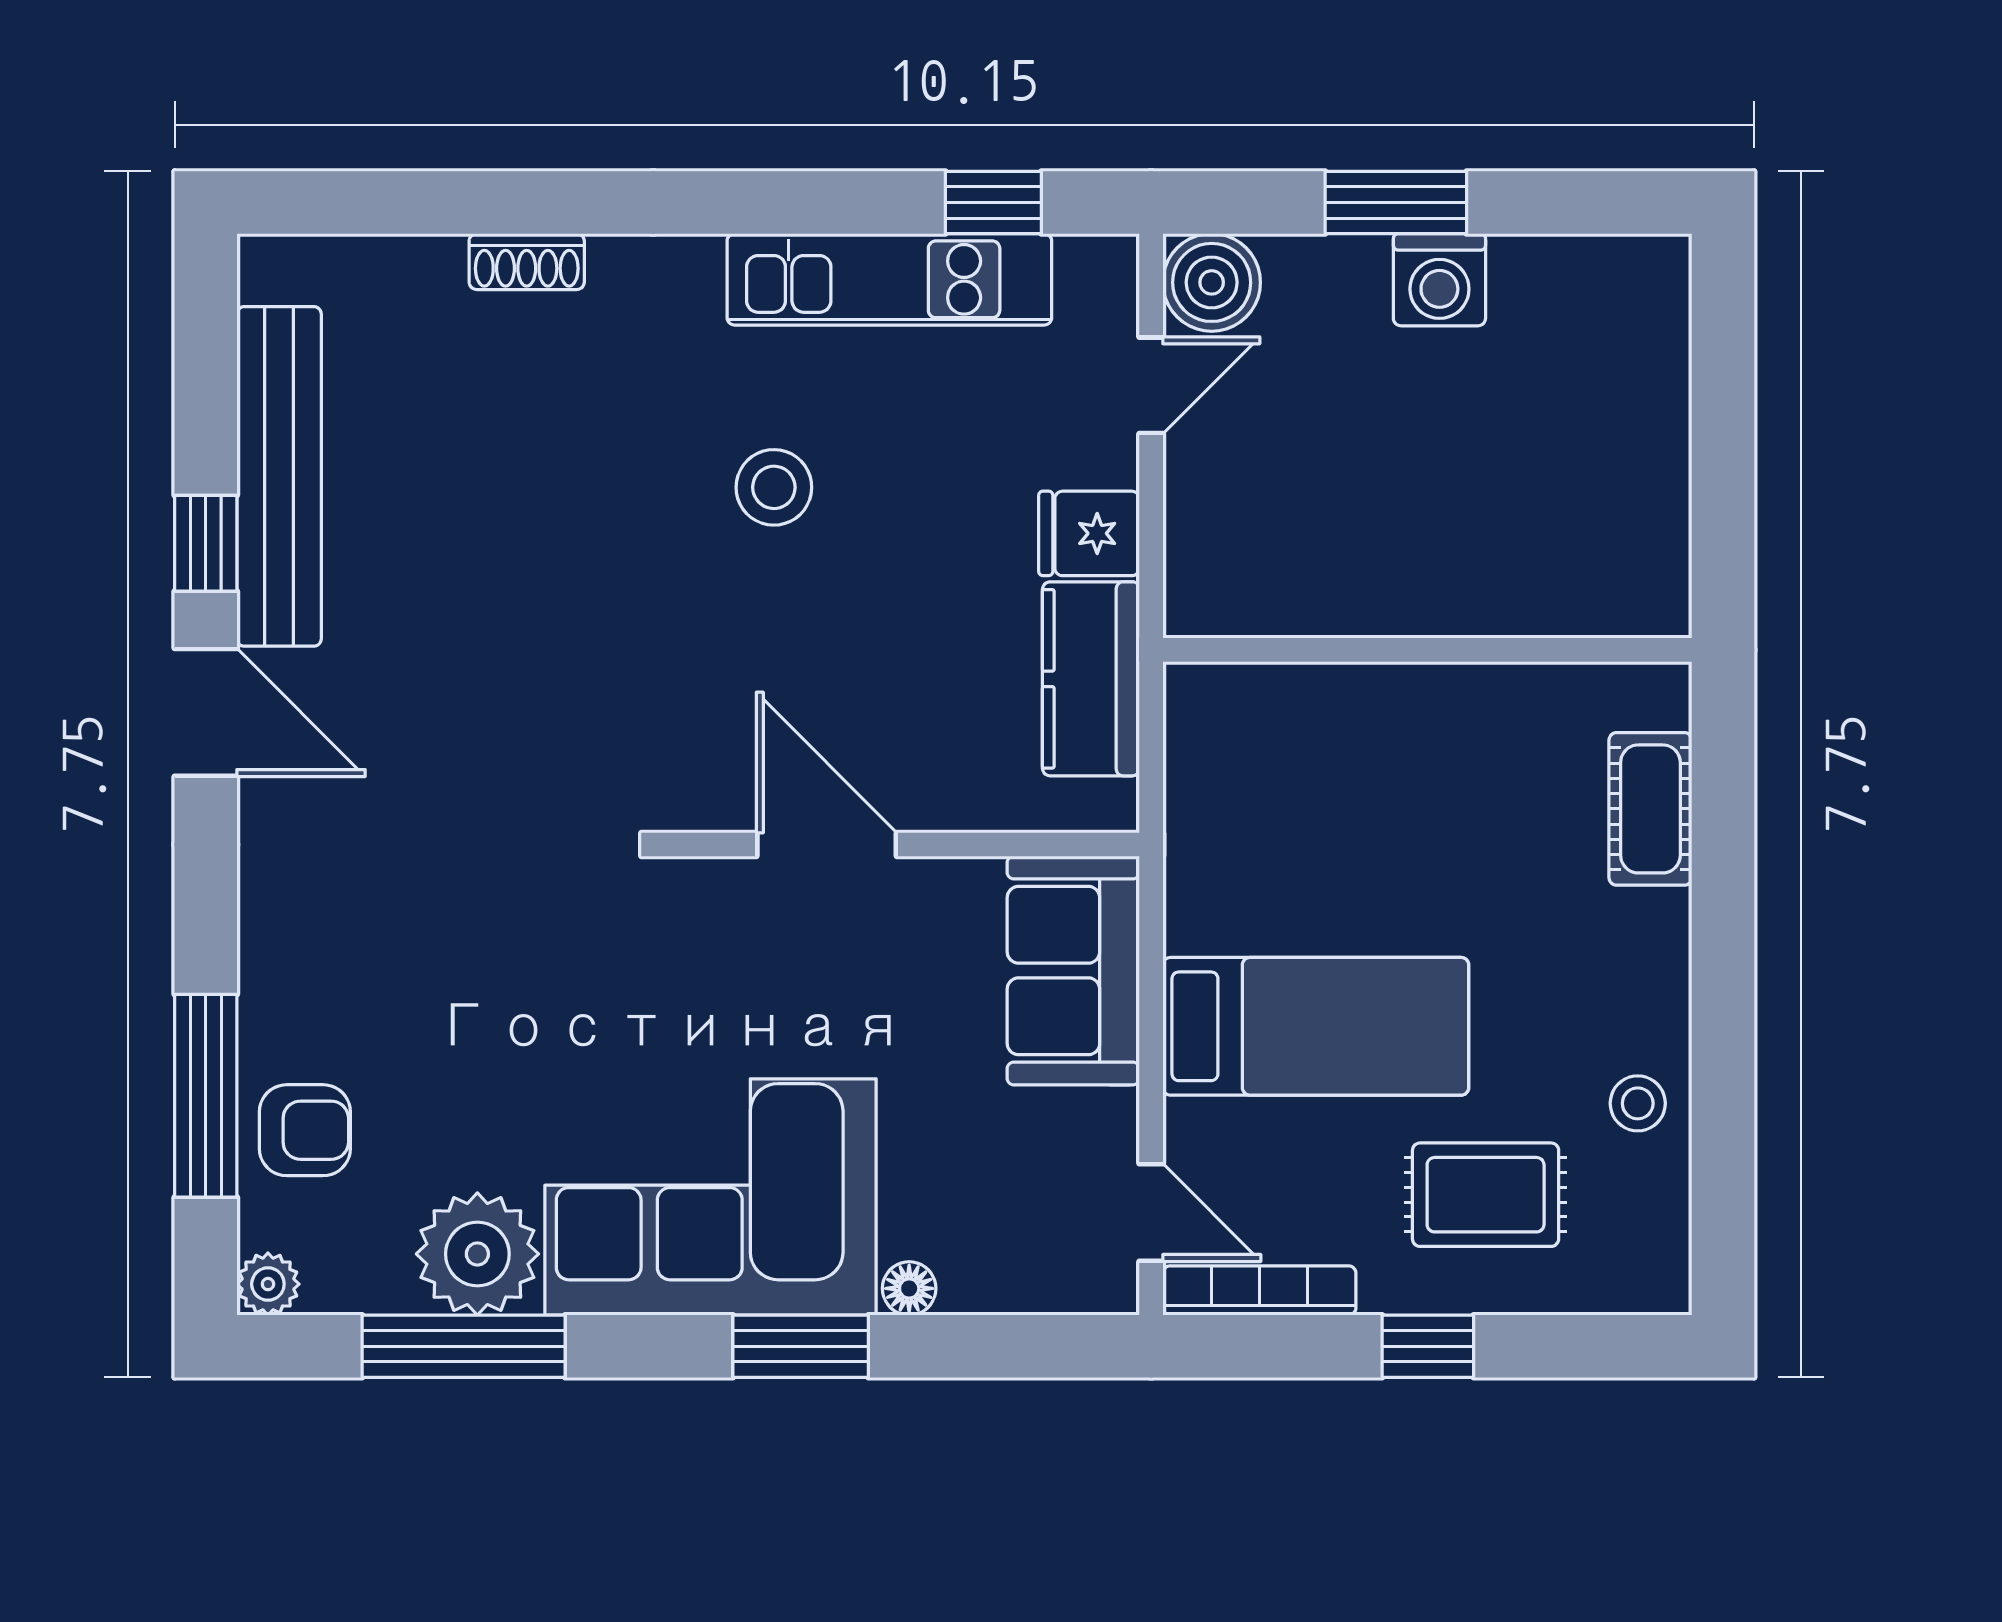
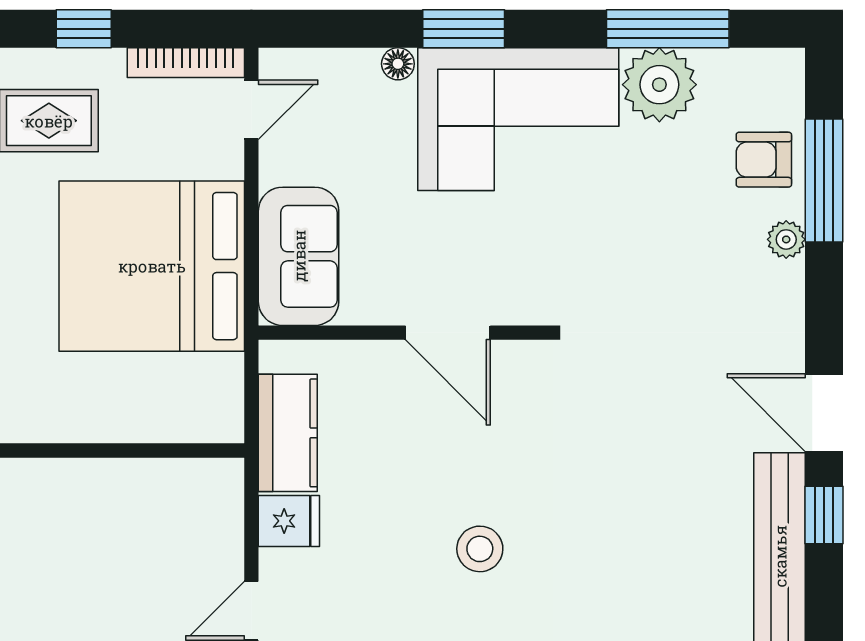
bed: (1316, 1026) -> (152, 266), width x2.04
door: (1151, 1212) -> (251, 110), swing flipped
plant: (268, 1284) -> (786, 239), moved

